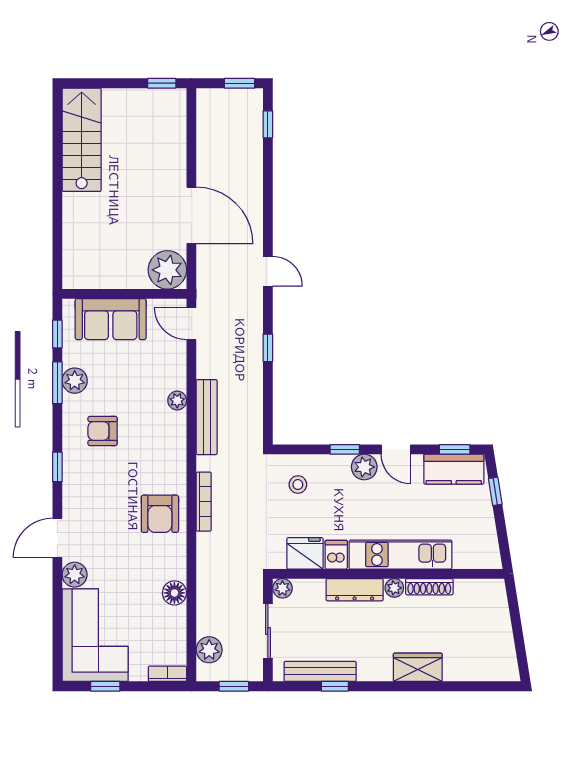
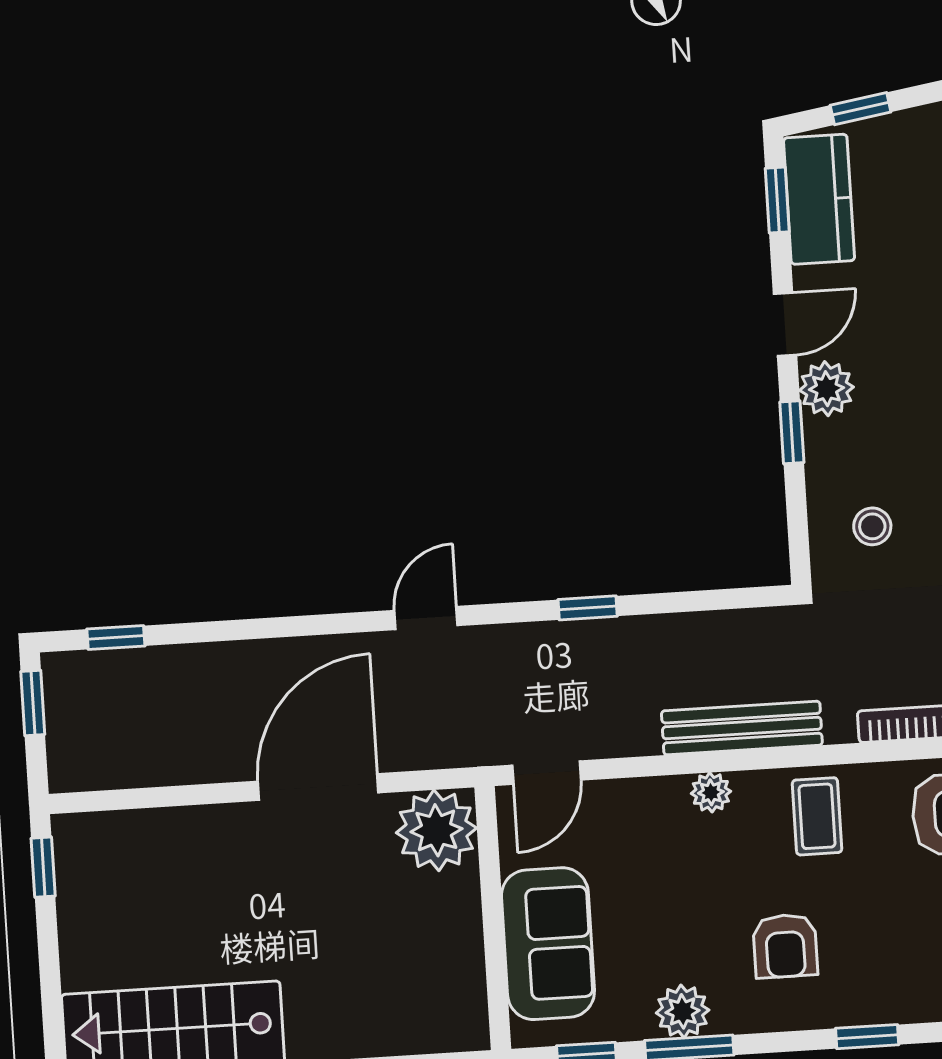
coffee table: (163, 450) -> (817, 816), added

